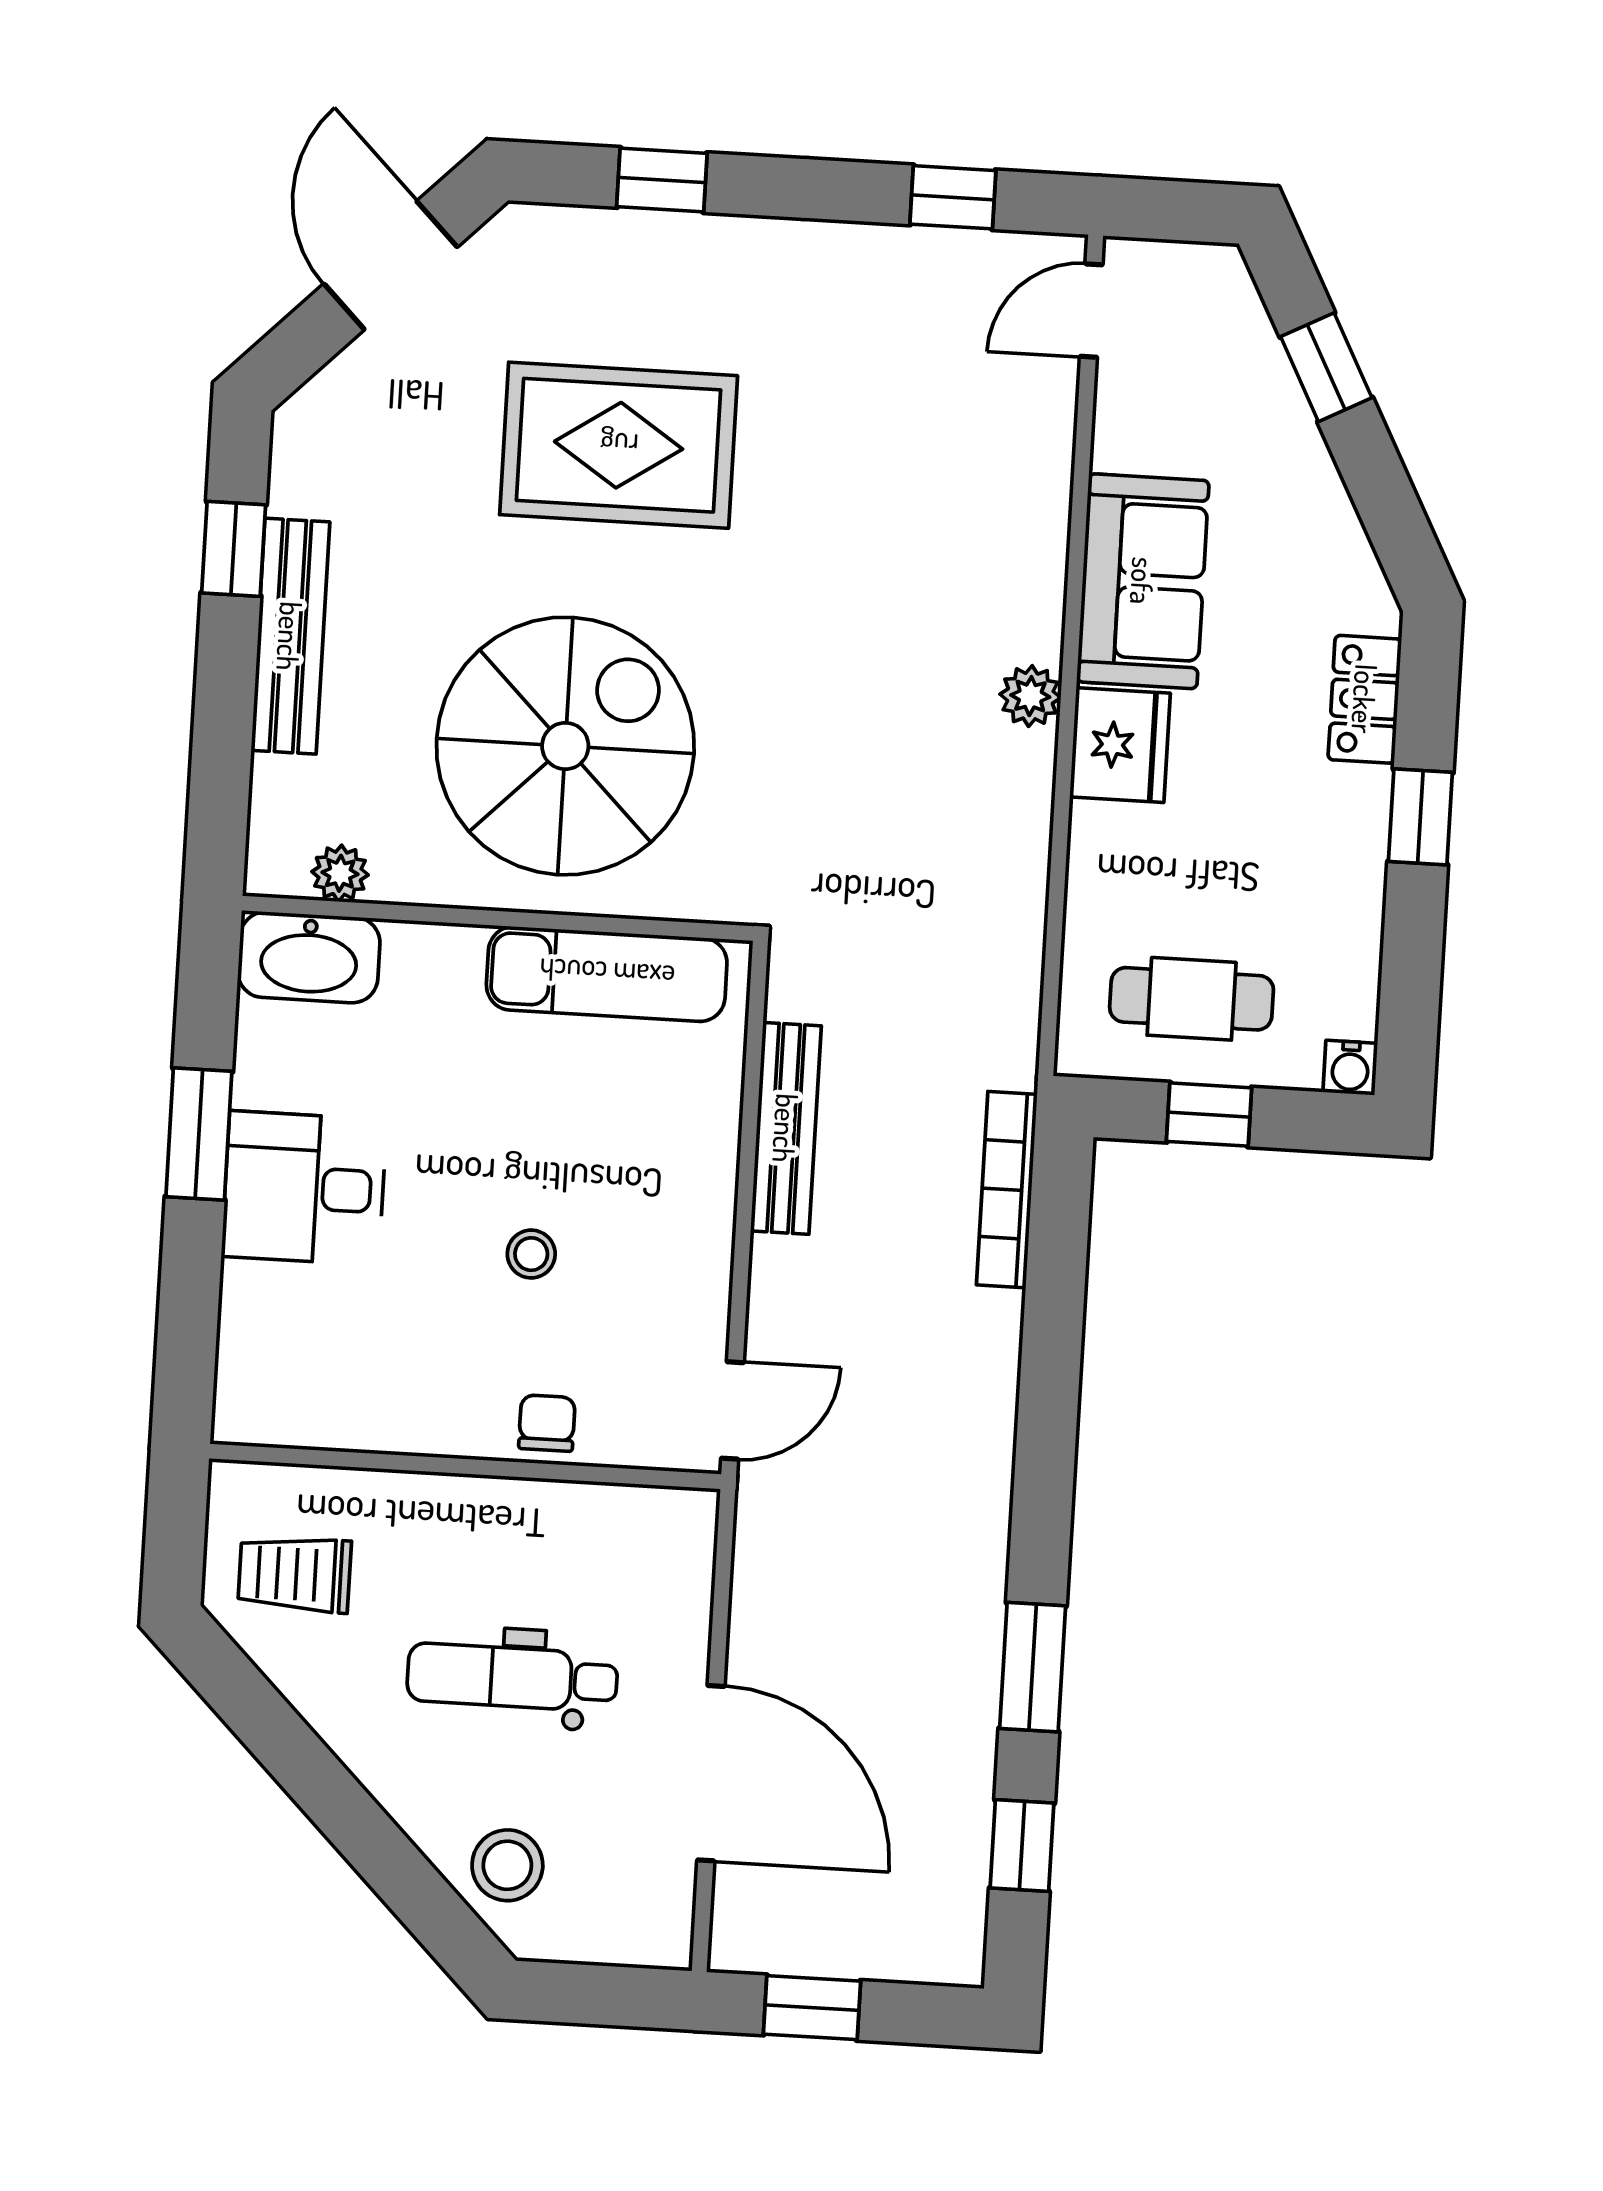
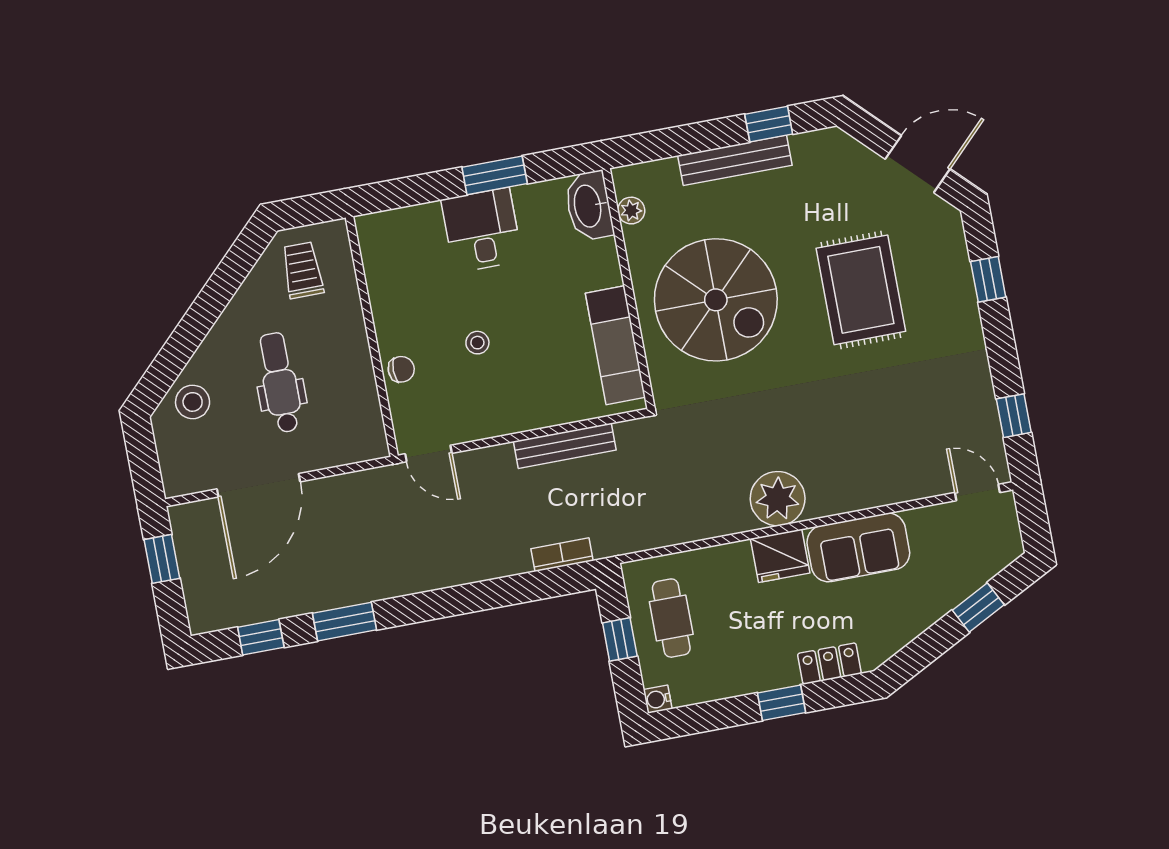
plant: (1030, 696) -> (778, 499), width x1.88, depth x1.88
bookcase: (1007, 1190) -> (562, 555), width x0.64

